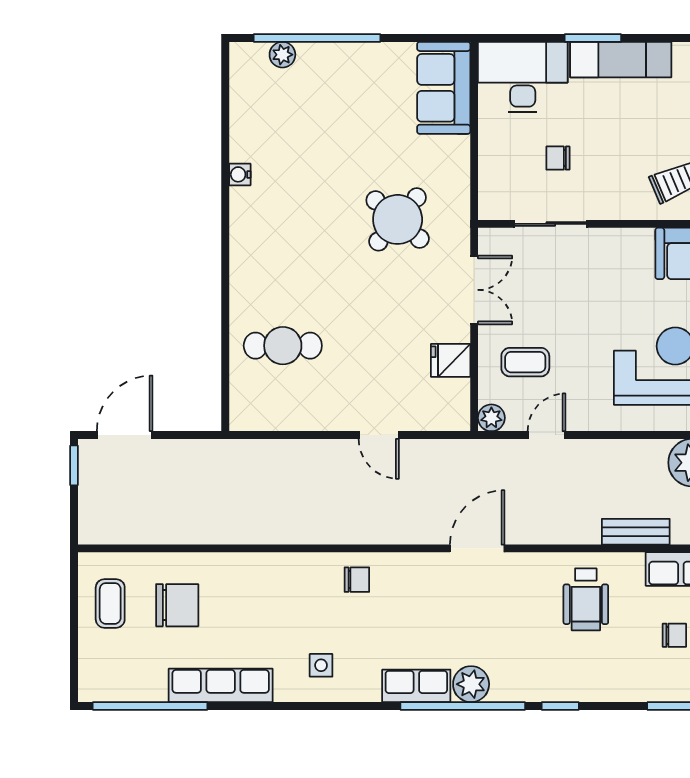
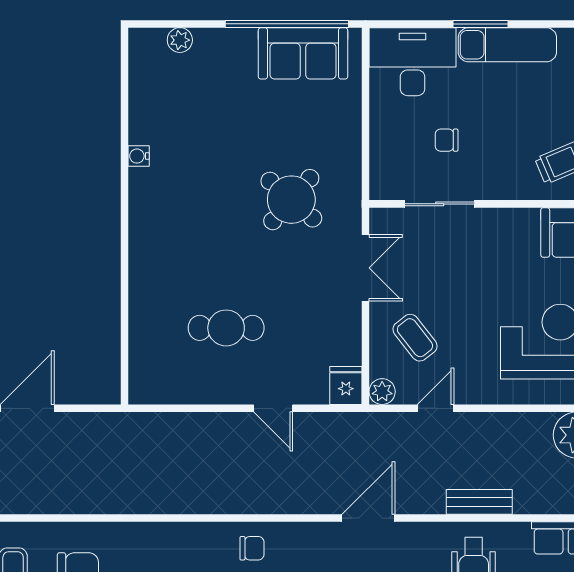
window: (317, 38) -> (287, 24), moved
sofa: (444, 88) -> (303, 53), moved, turned -90
cafe table: (283, 346) -> (226, 328), moved
fridge: (451, 360) -> (346, 386), moved, turned 90
coffee table: (525, 362) -> (415, 338), turned 52
bench: (636, 532) -> (479, 502), moved

